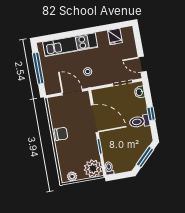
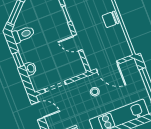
washbasin: (139, 92) -> (30, 68), moved
door: (95, 119) -> (77, 43), width x0.53
toilet: (139, 121) -> (23, 34), moved

